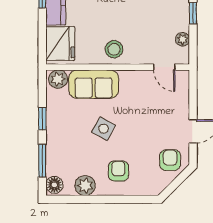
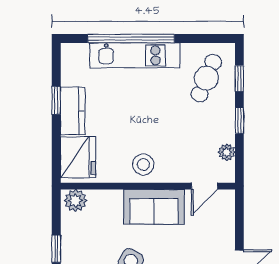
door: (164, 67) -> (204, 186), hinge flipped
sofa: (94, 84) -> (154, 207), moved

